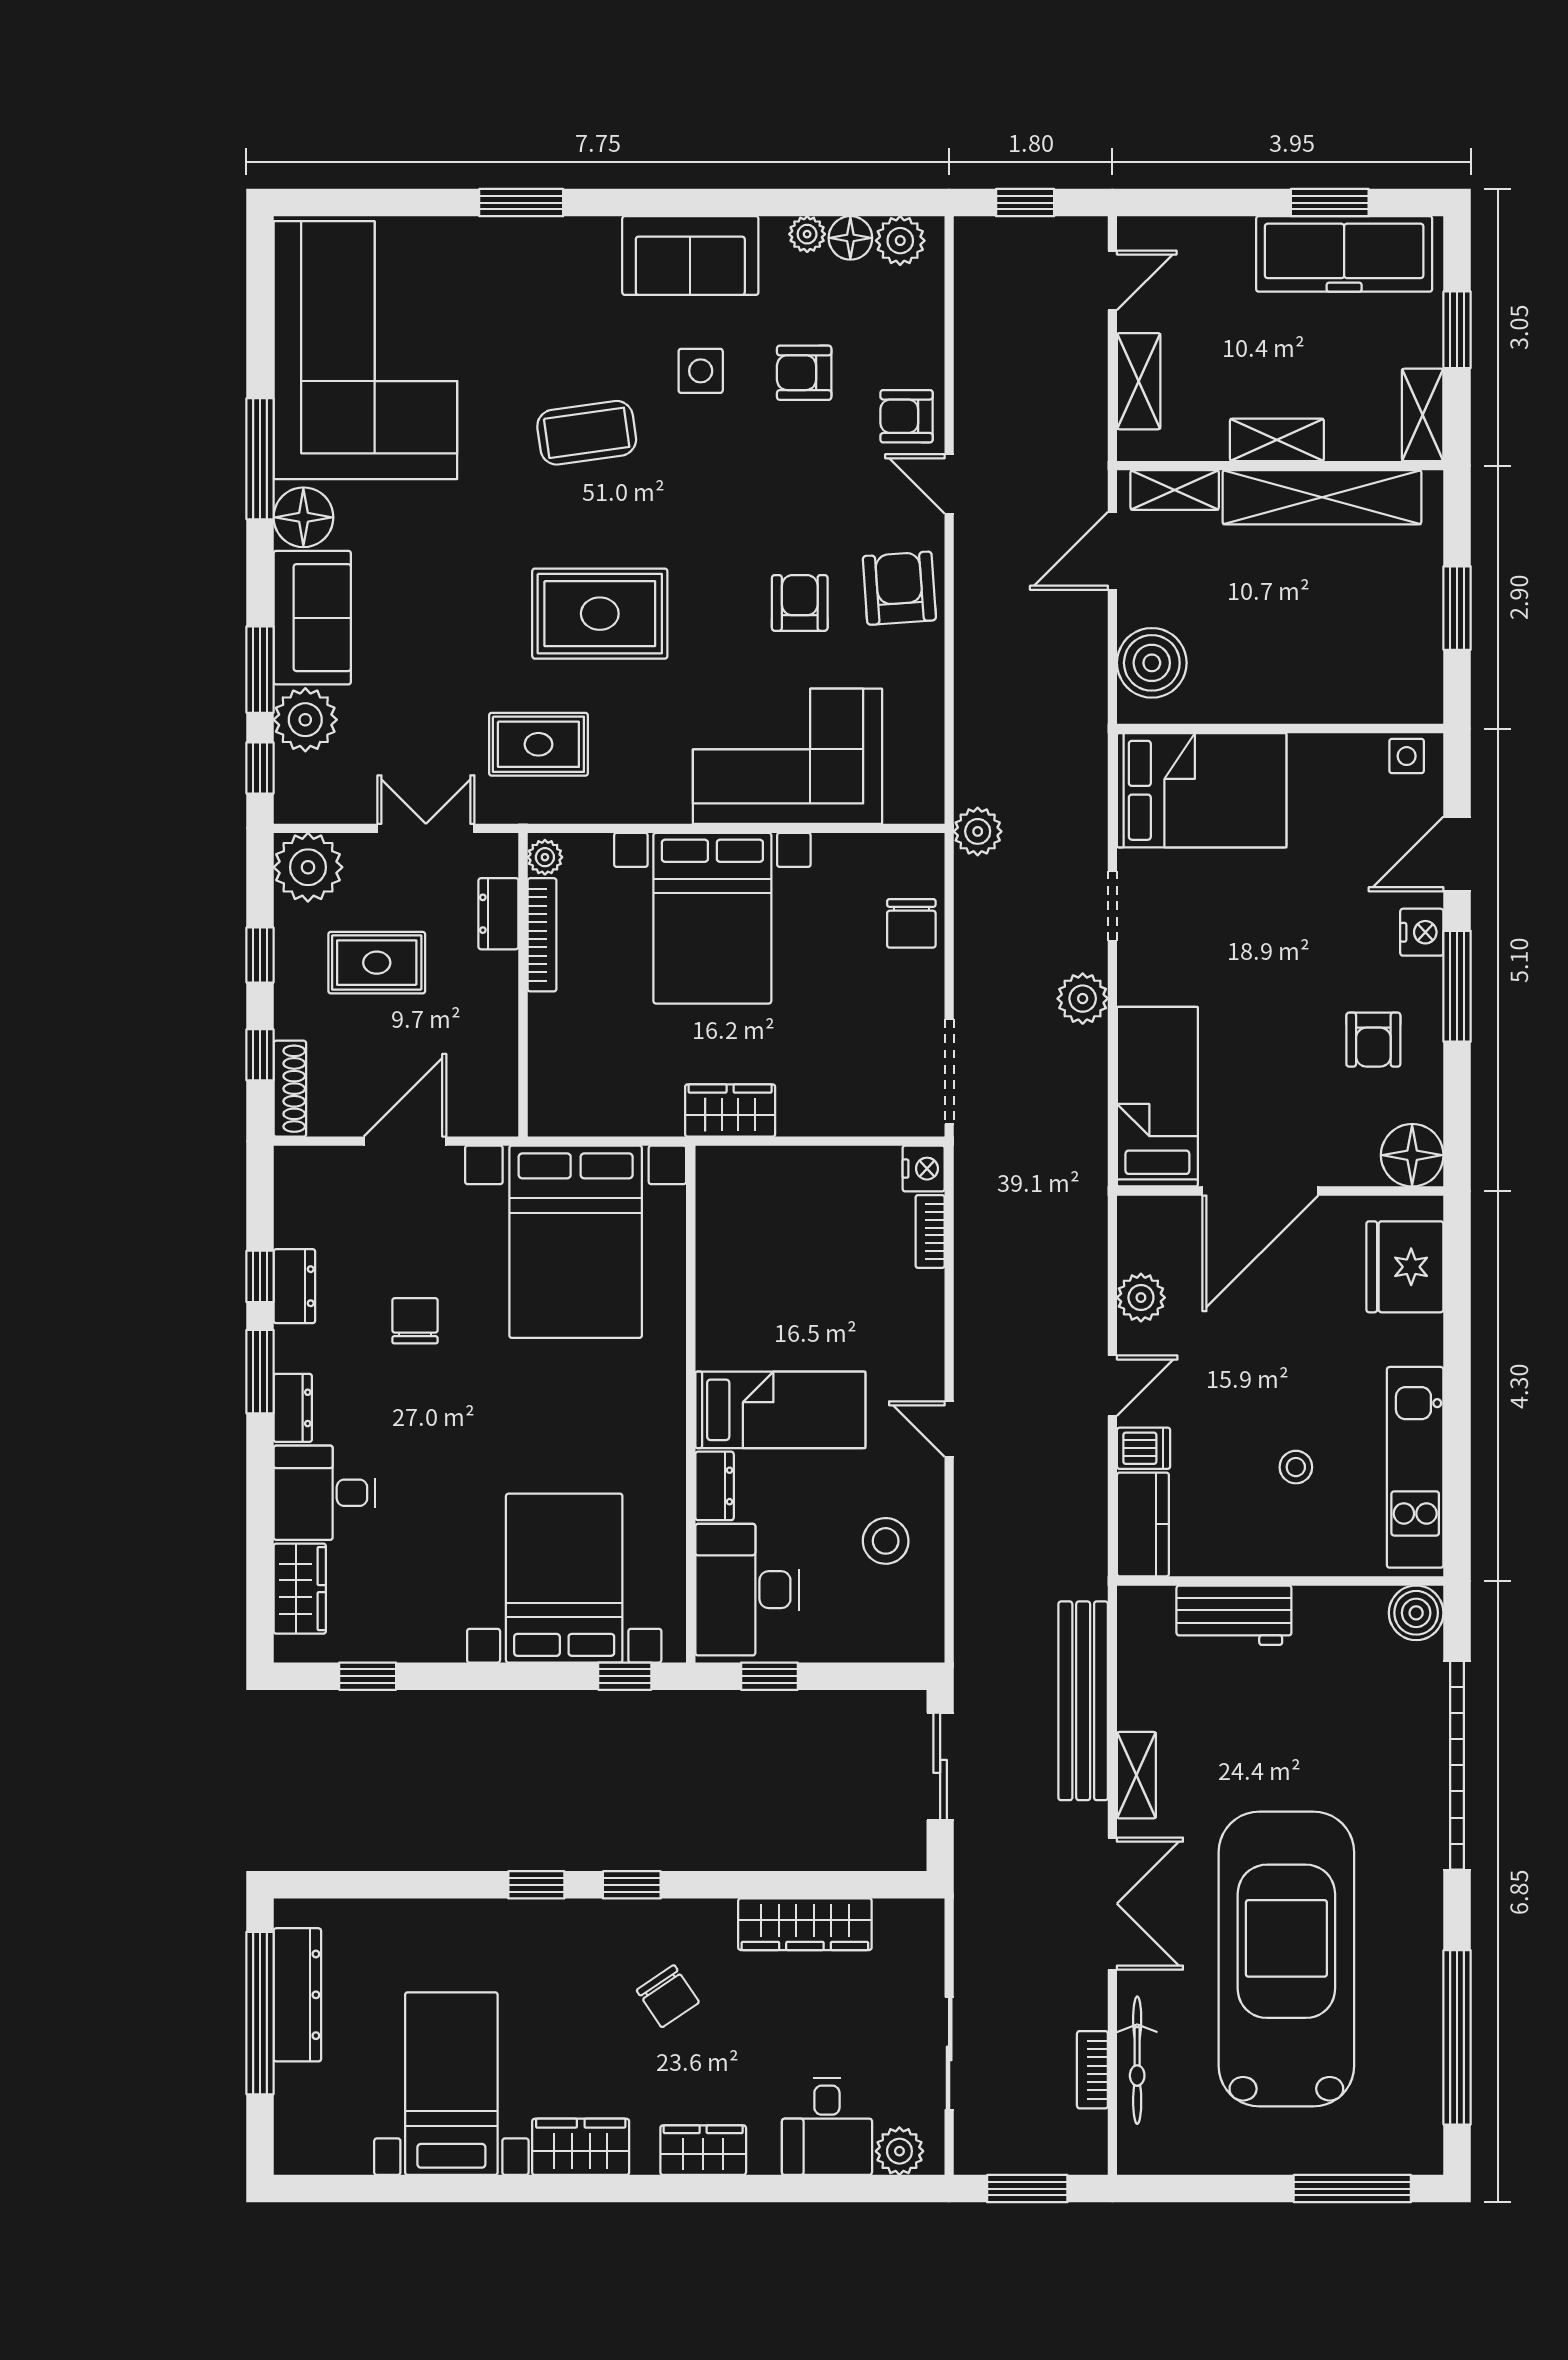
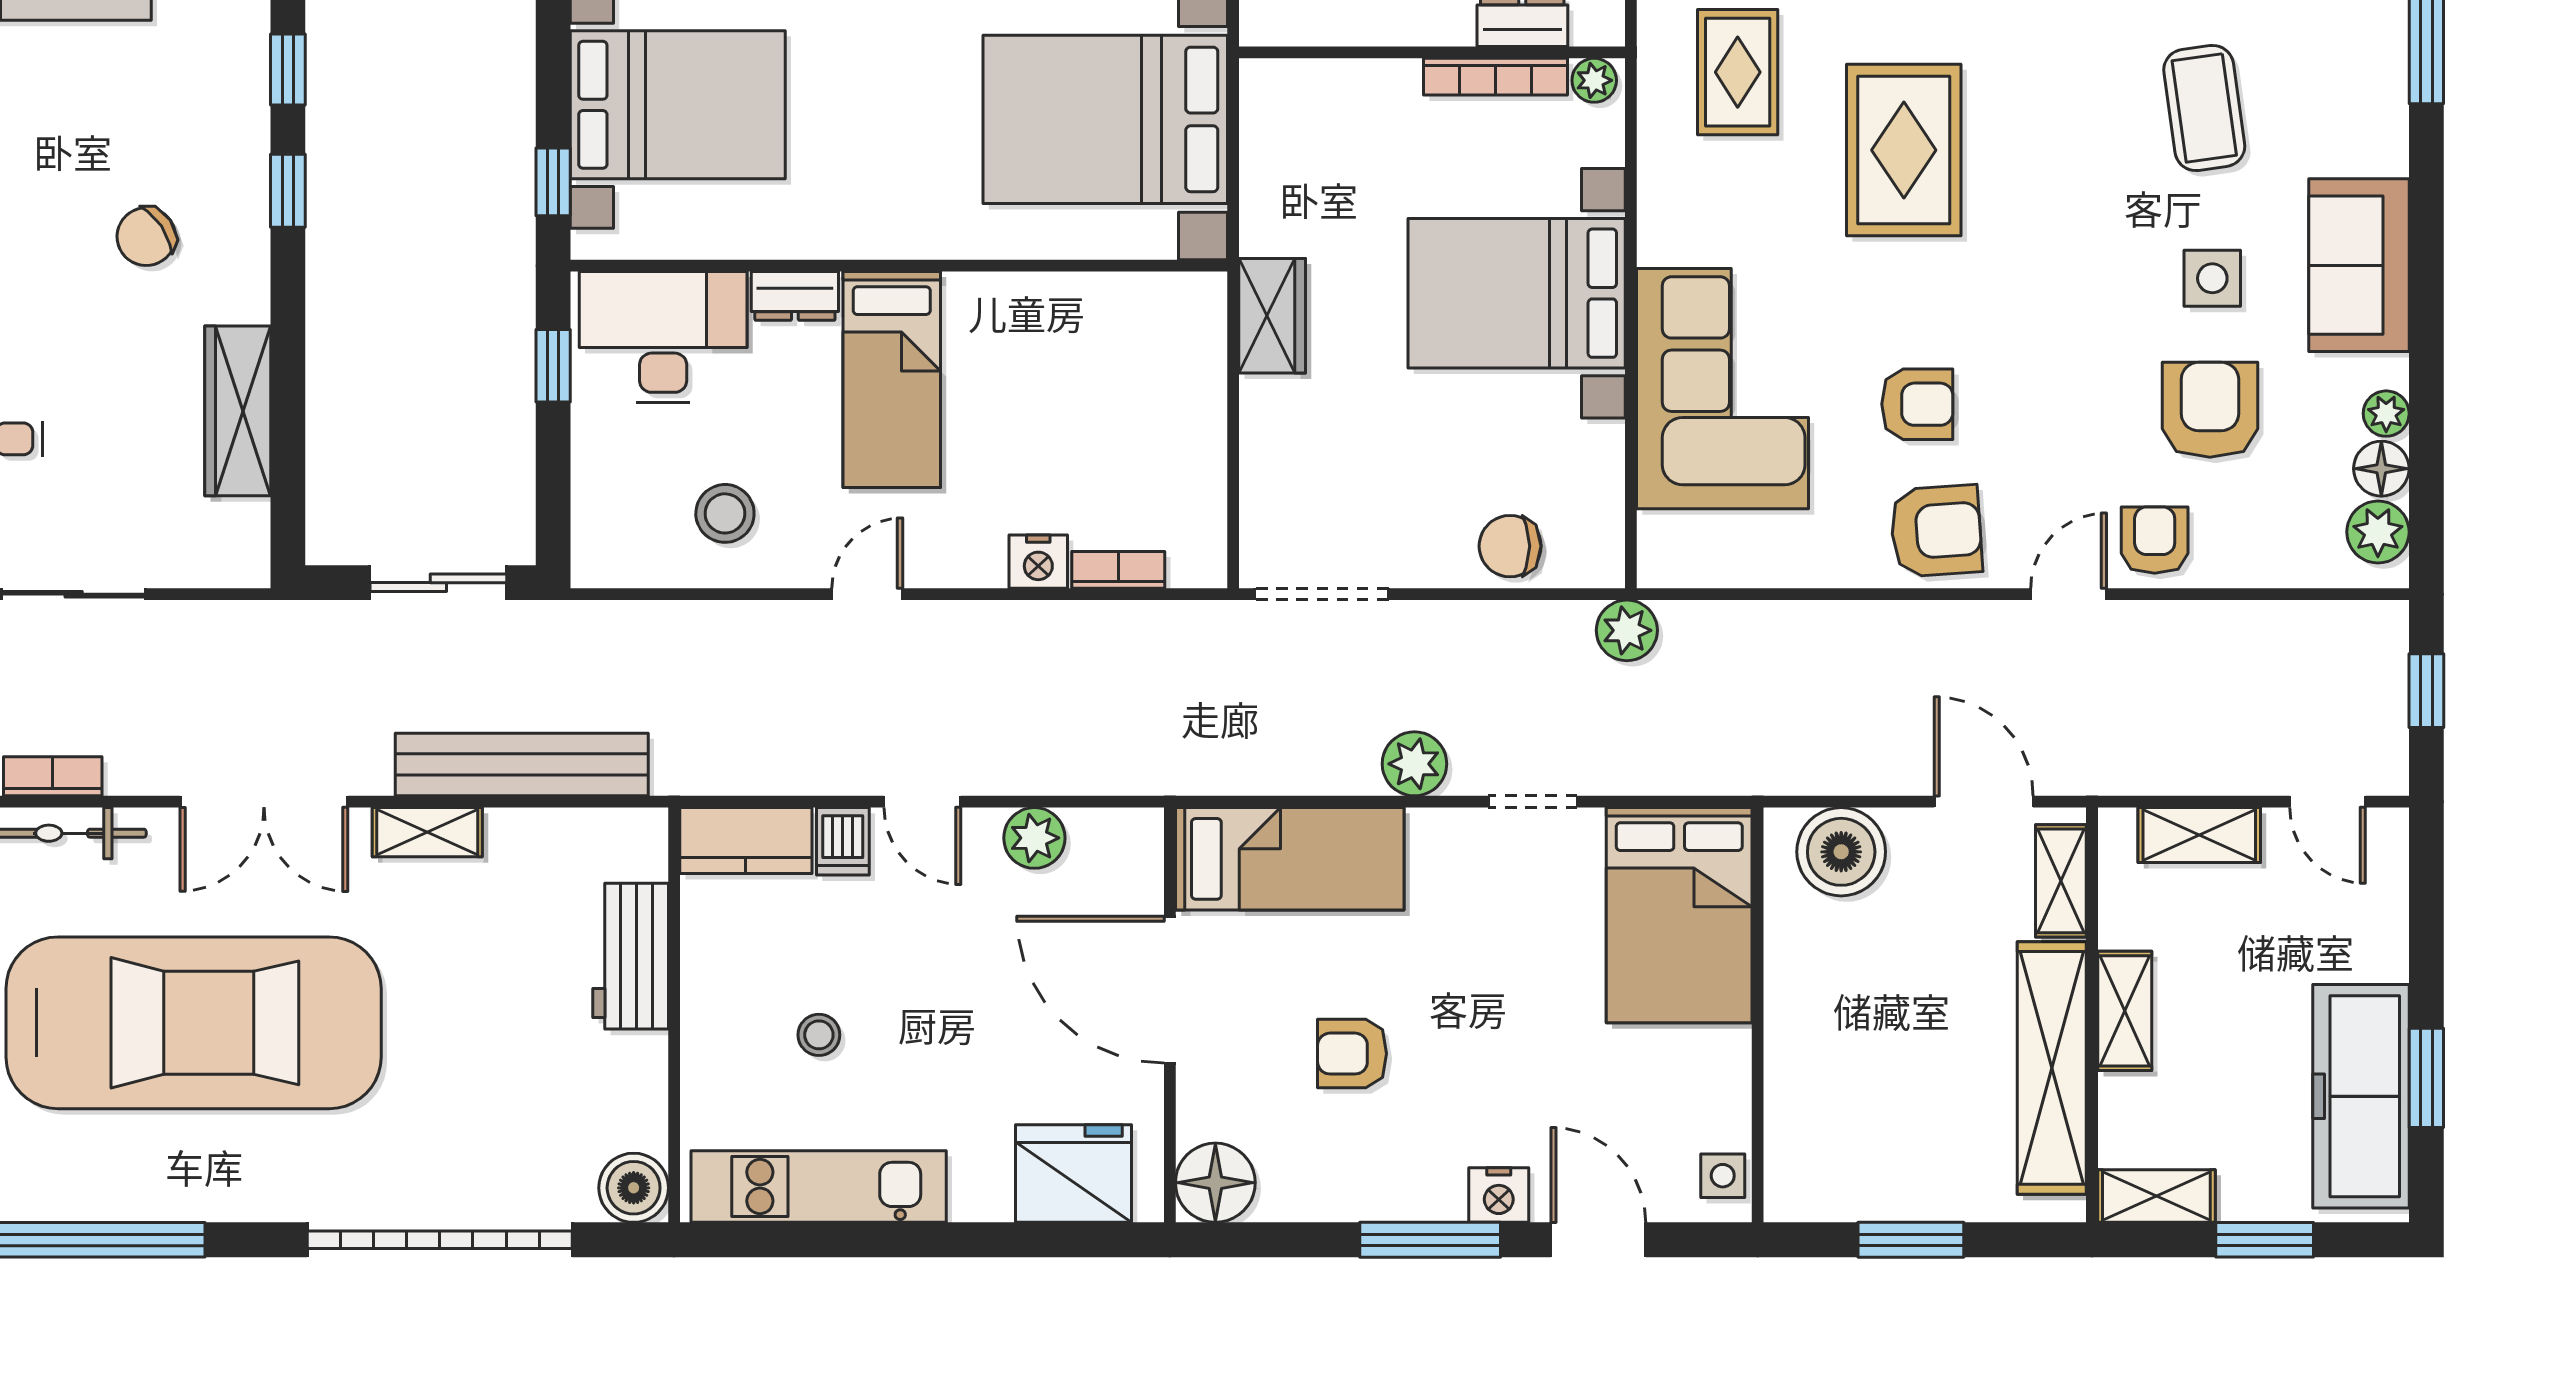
armchair: (804, 373) -> (2210, 410), width x1.38, depth x1.38
coffee table: (587, 433) -> (2204, 108), moved
armchair: (1373, 1040) -> (1352, 1054), moved
nightstand: (924, 1169) -> (1038, 562), moved

